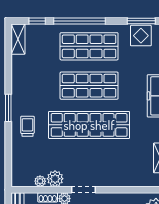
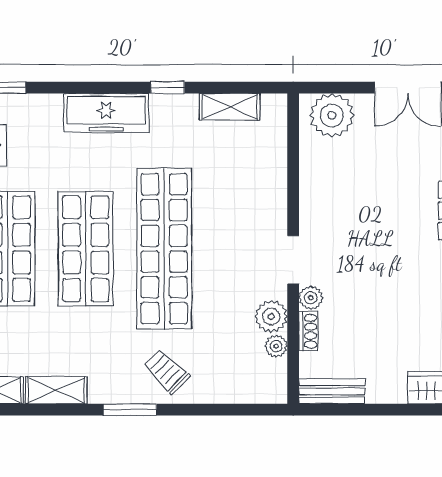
shelving: (18, 71) -> (56, 390), added
trolley: (27, 126) -> (167, 371), turned 44

